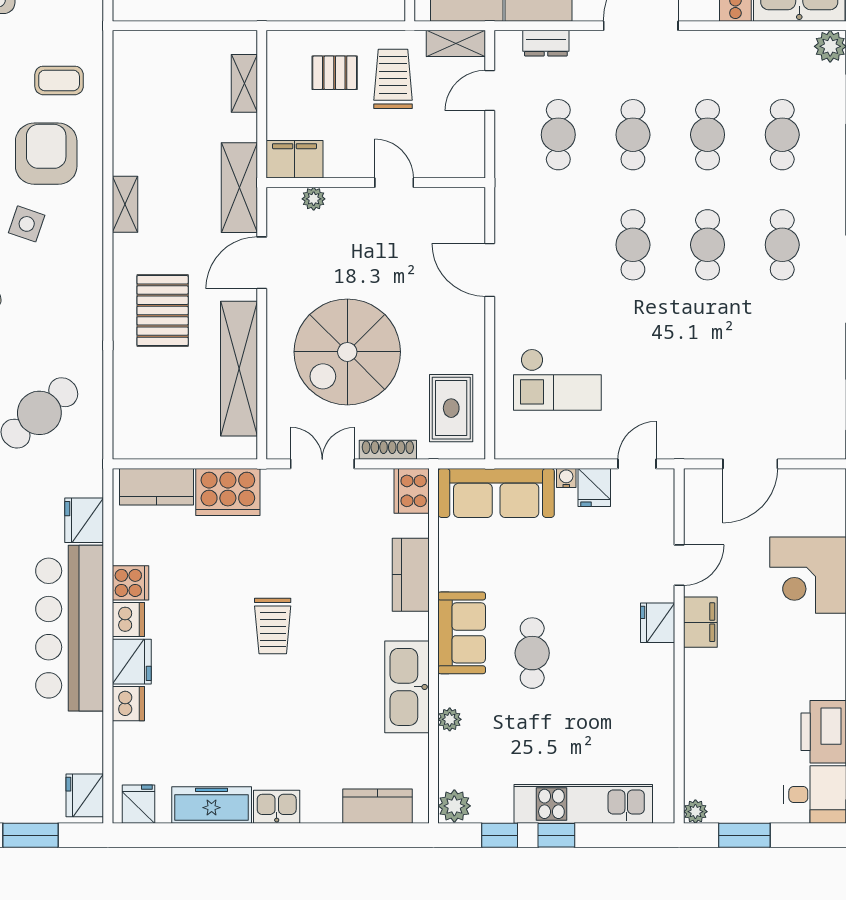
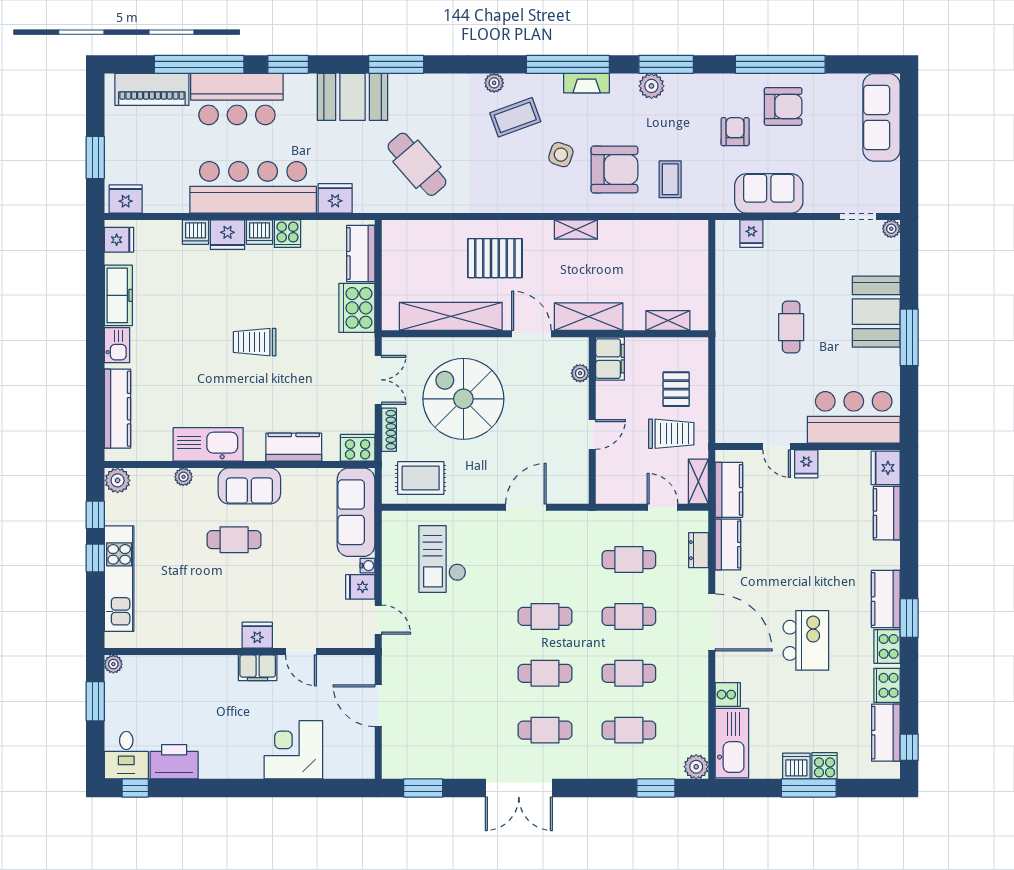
kitchen counter: (378, 806) -> (117, 409), width x1.50

